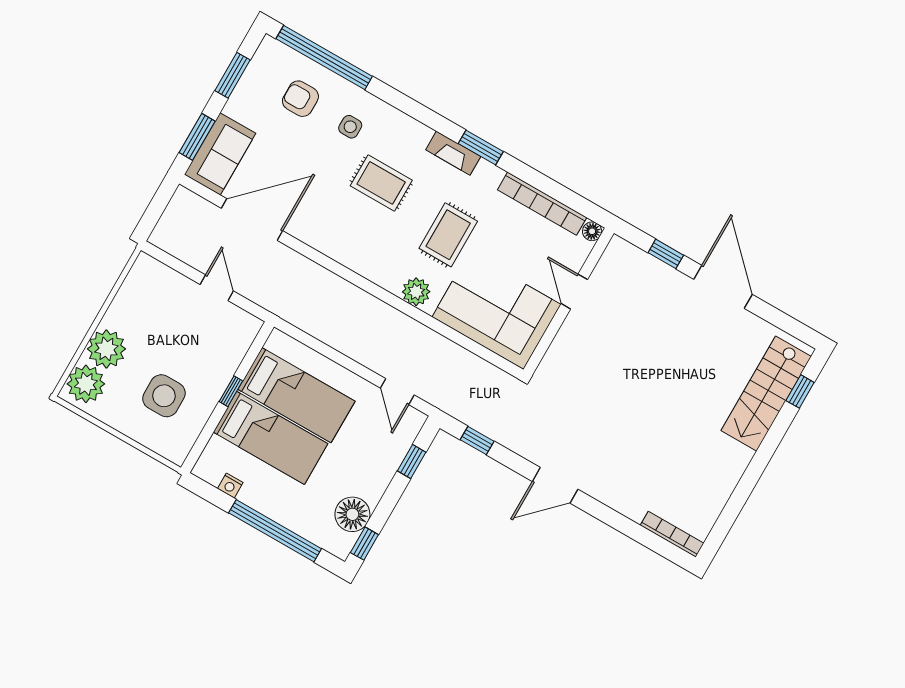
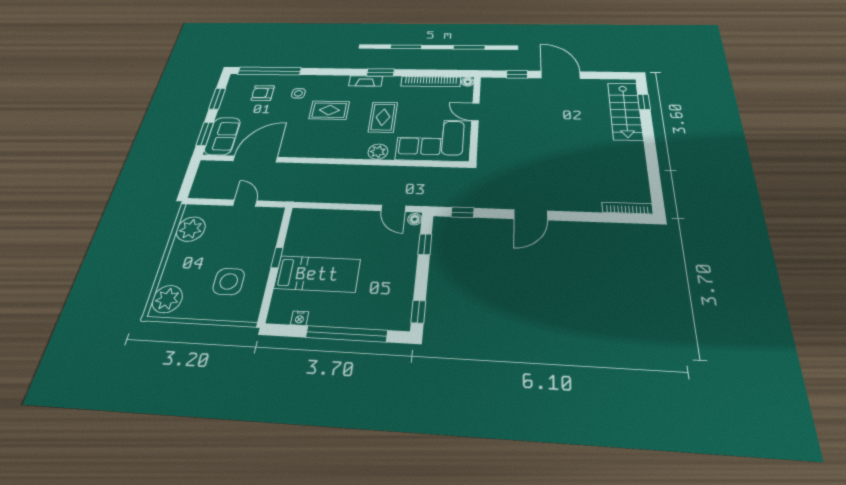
plant: (106, 349) -> (191, 229), moved
bed: (296, 395) -> (325, 240), removed
floor lamp: (352, 514) -> (415, 219), moved, width x0.53, depth x0.53

